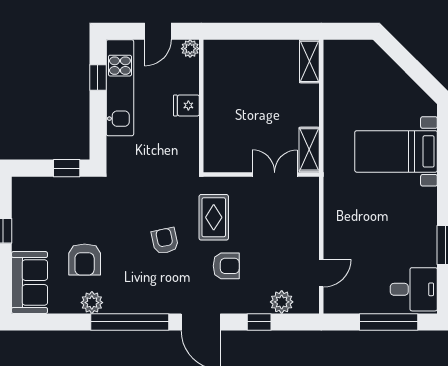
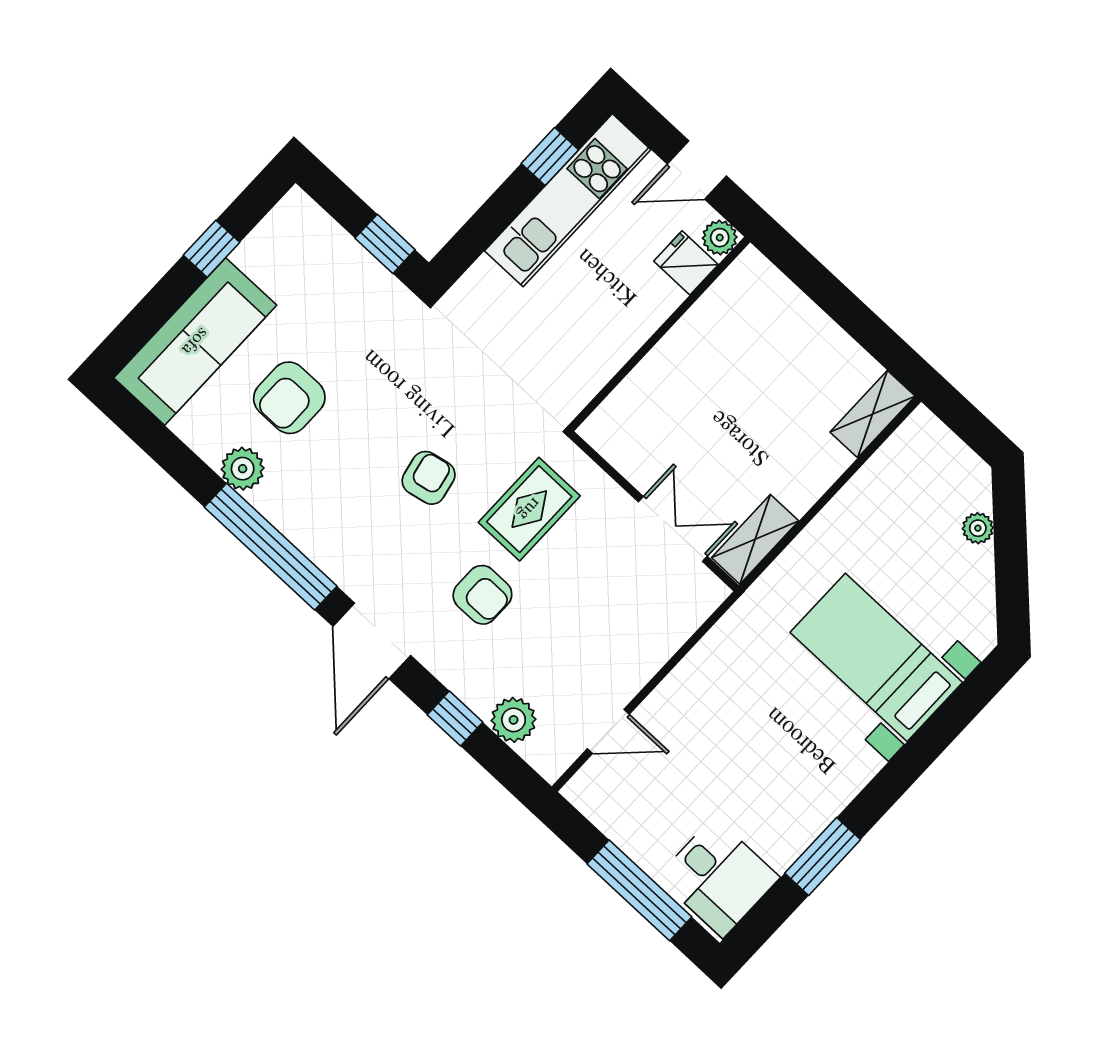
plant: (389, 67) -> (978, 528), added
fridge: (186, 105) -> (686, 263), moved
sofa: (30, 283) -> (195, 341), width x1.36

